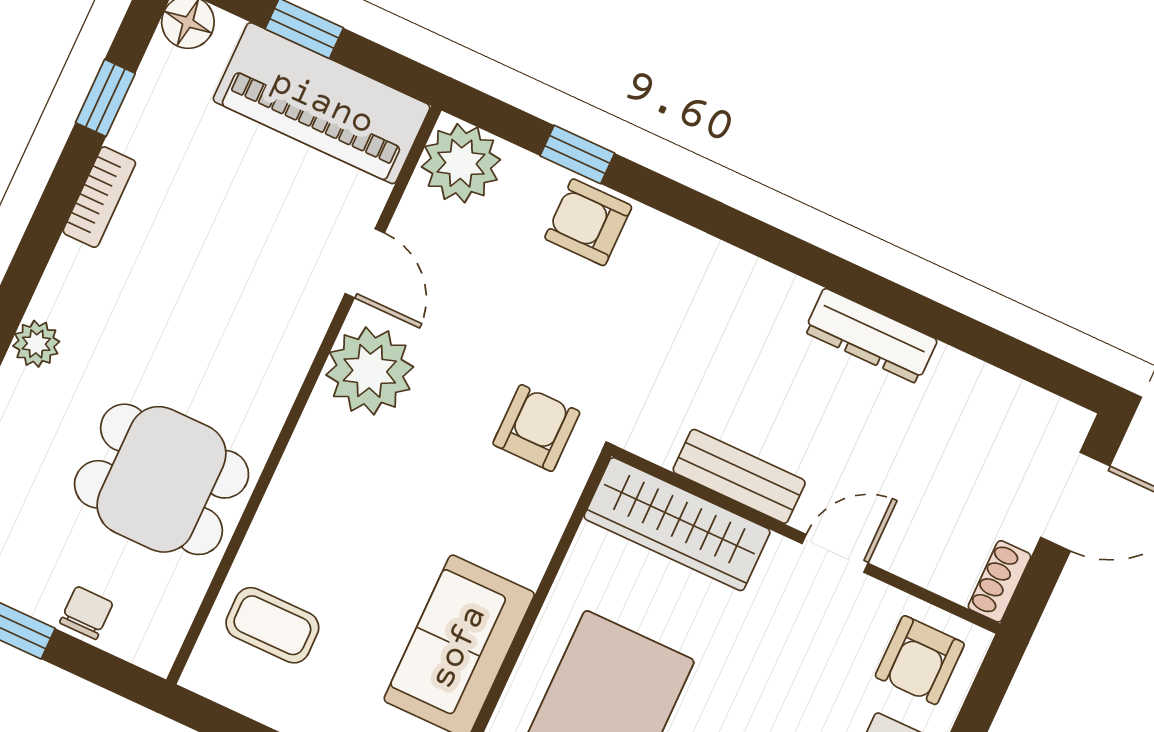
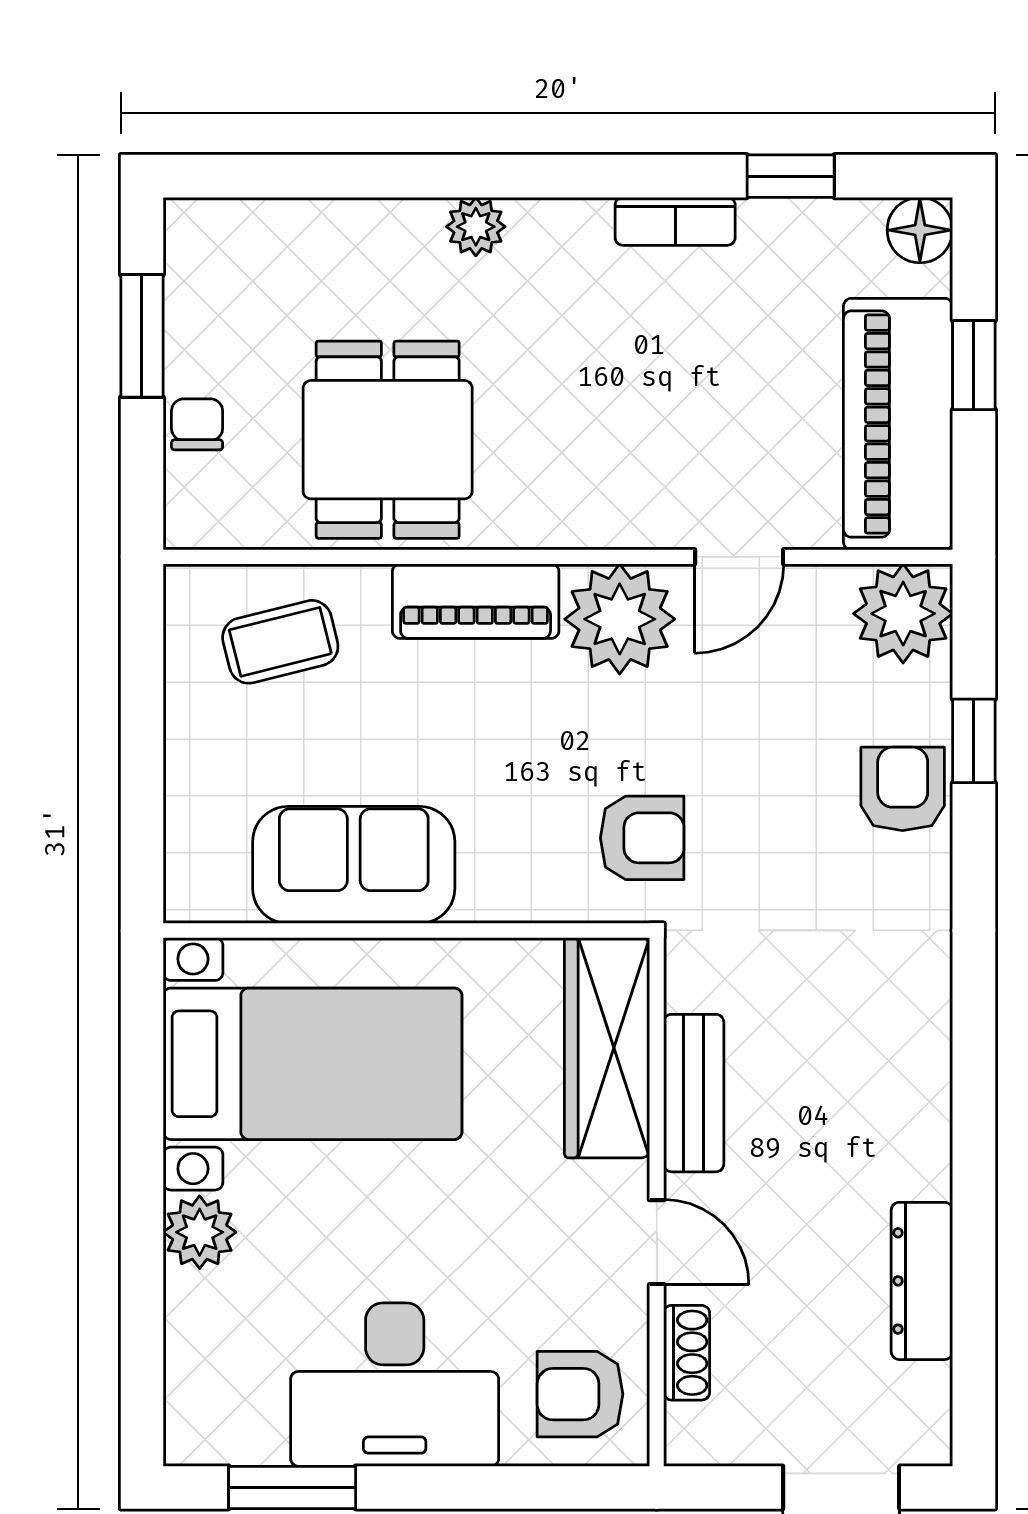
dresser: (871, 336) -> (922, 1281), moved
piano: (308, 470) -> (476, 601), added
shoe rack: (999, 581) -> (687, 1353), moved, turned 90
chair: (86, 613) -> (197, 424), turned -90
coffee table: (272, 625) -> (280, 642), turned 76

